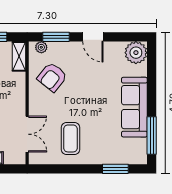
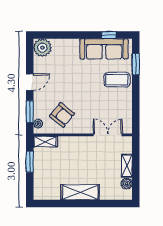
sofa: (134, 107) -> (104, 49), moved
window: (152, 135) -> (109, 35), width x0.46
coffee table: (70, 138) -> (117, 80), moved

